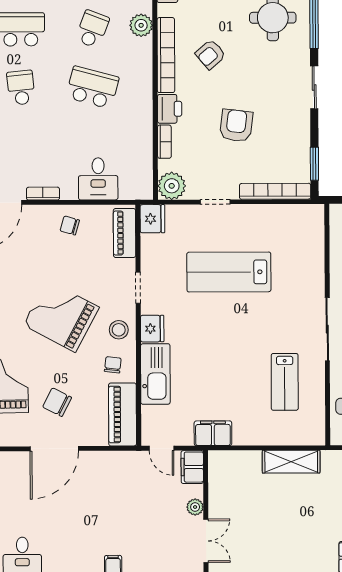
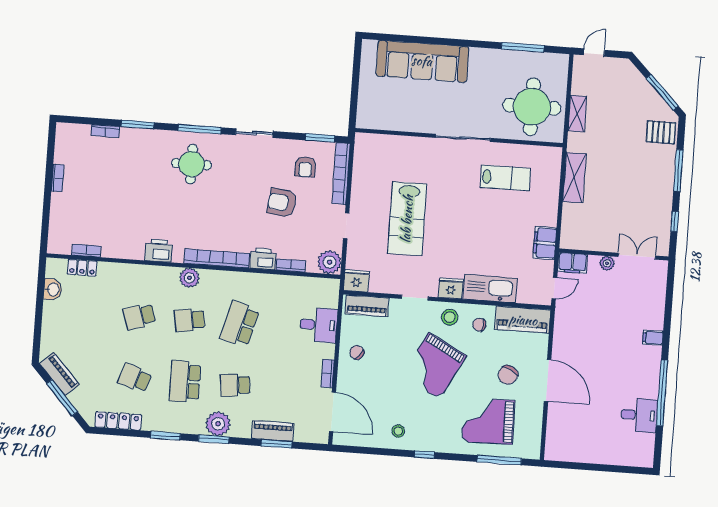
school desk: (92, 29) -> (189, 320), turned -30
armchair: (210, 54) -> (305, 167), moved, turned 41
chair: (70, 225) -> (357, 352), turned 113

